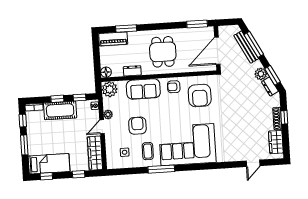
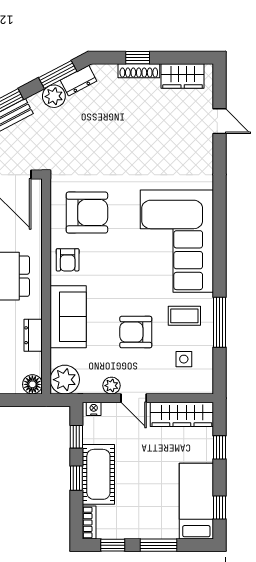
window: (161, 169) -> (219, 322), moved

